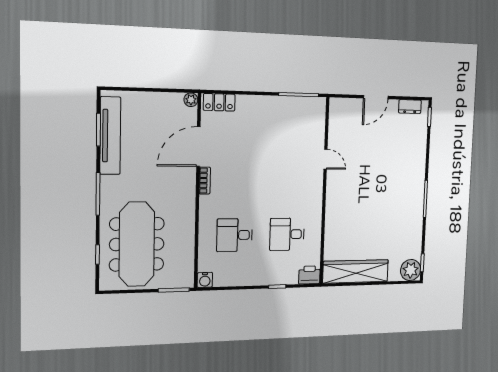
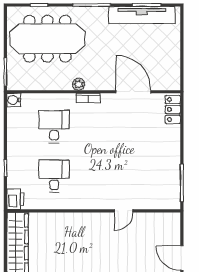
plant: (191, 100) -> (79, 84), moved
bookcase: (205, 181) -> (88, 98), moved

